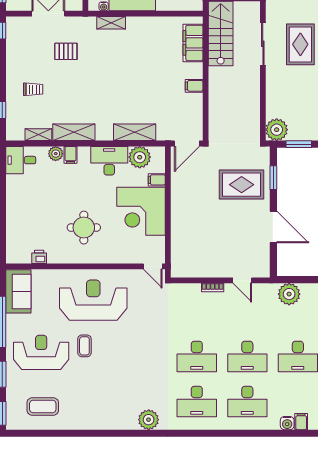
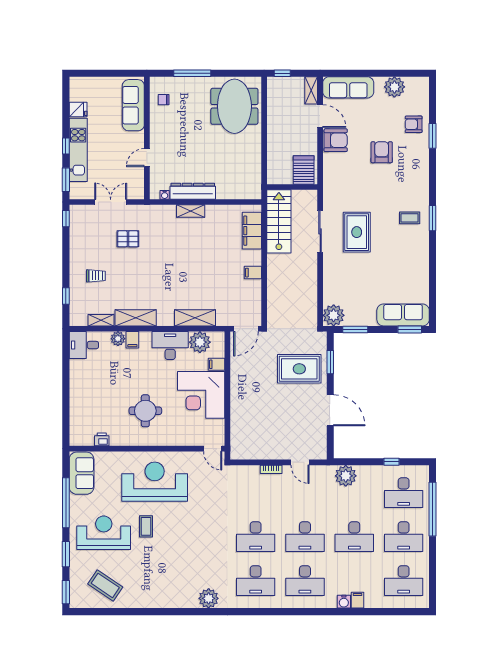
shelving: (111, 23) -> (191, 211), moved
coffee table: (43, 406) -> (105, 585), turned 34

